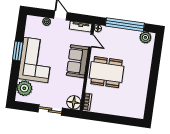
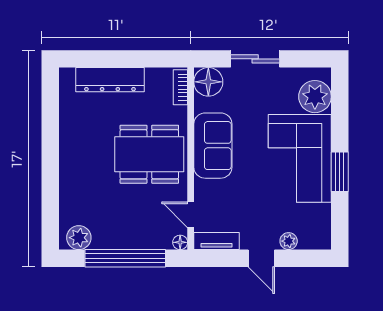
sofa: (77, 61) -> (213, 146), moved
dresser: (120, 110) -> (110, 80), added

